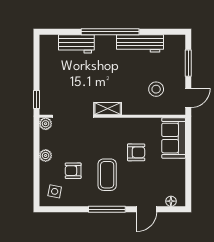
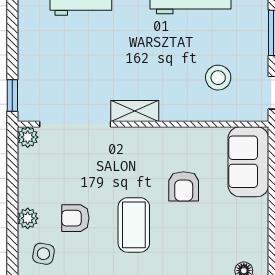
armchair: (136, 152) -> (184, 186), turned 90
plant: (46, 156) -> (28, 218), moved

